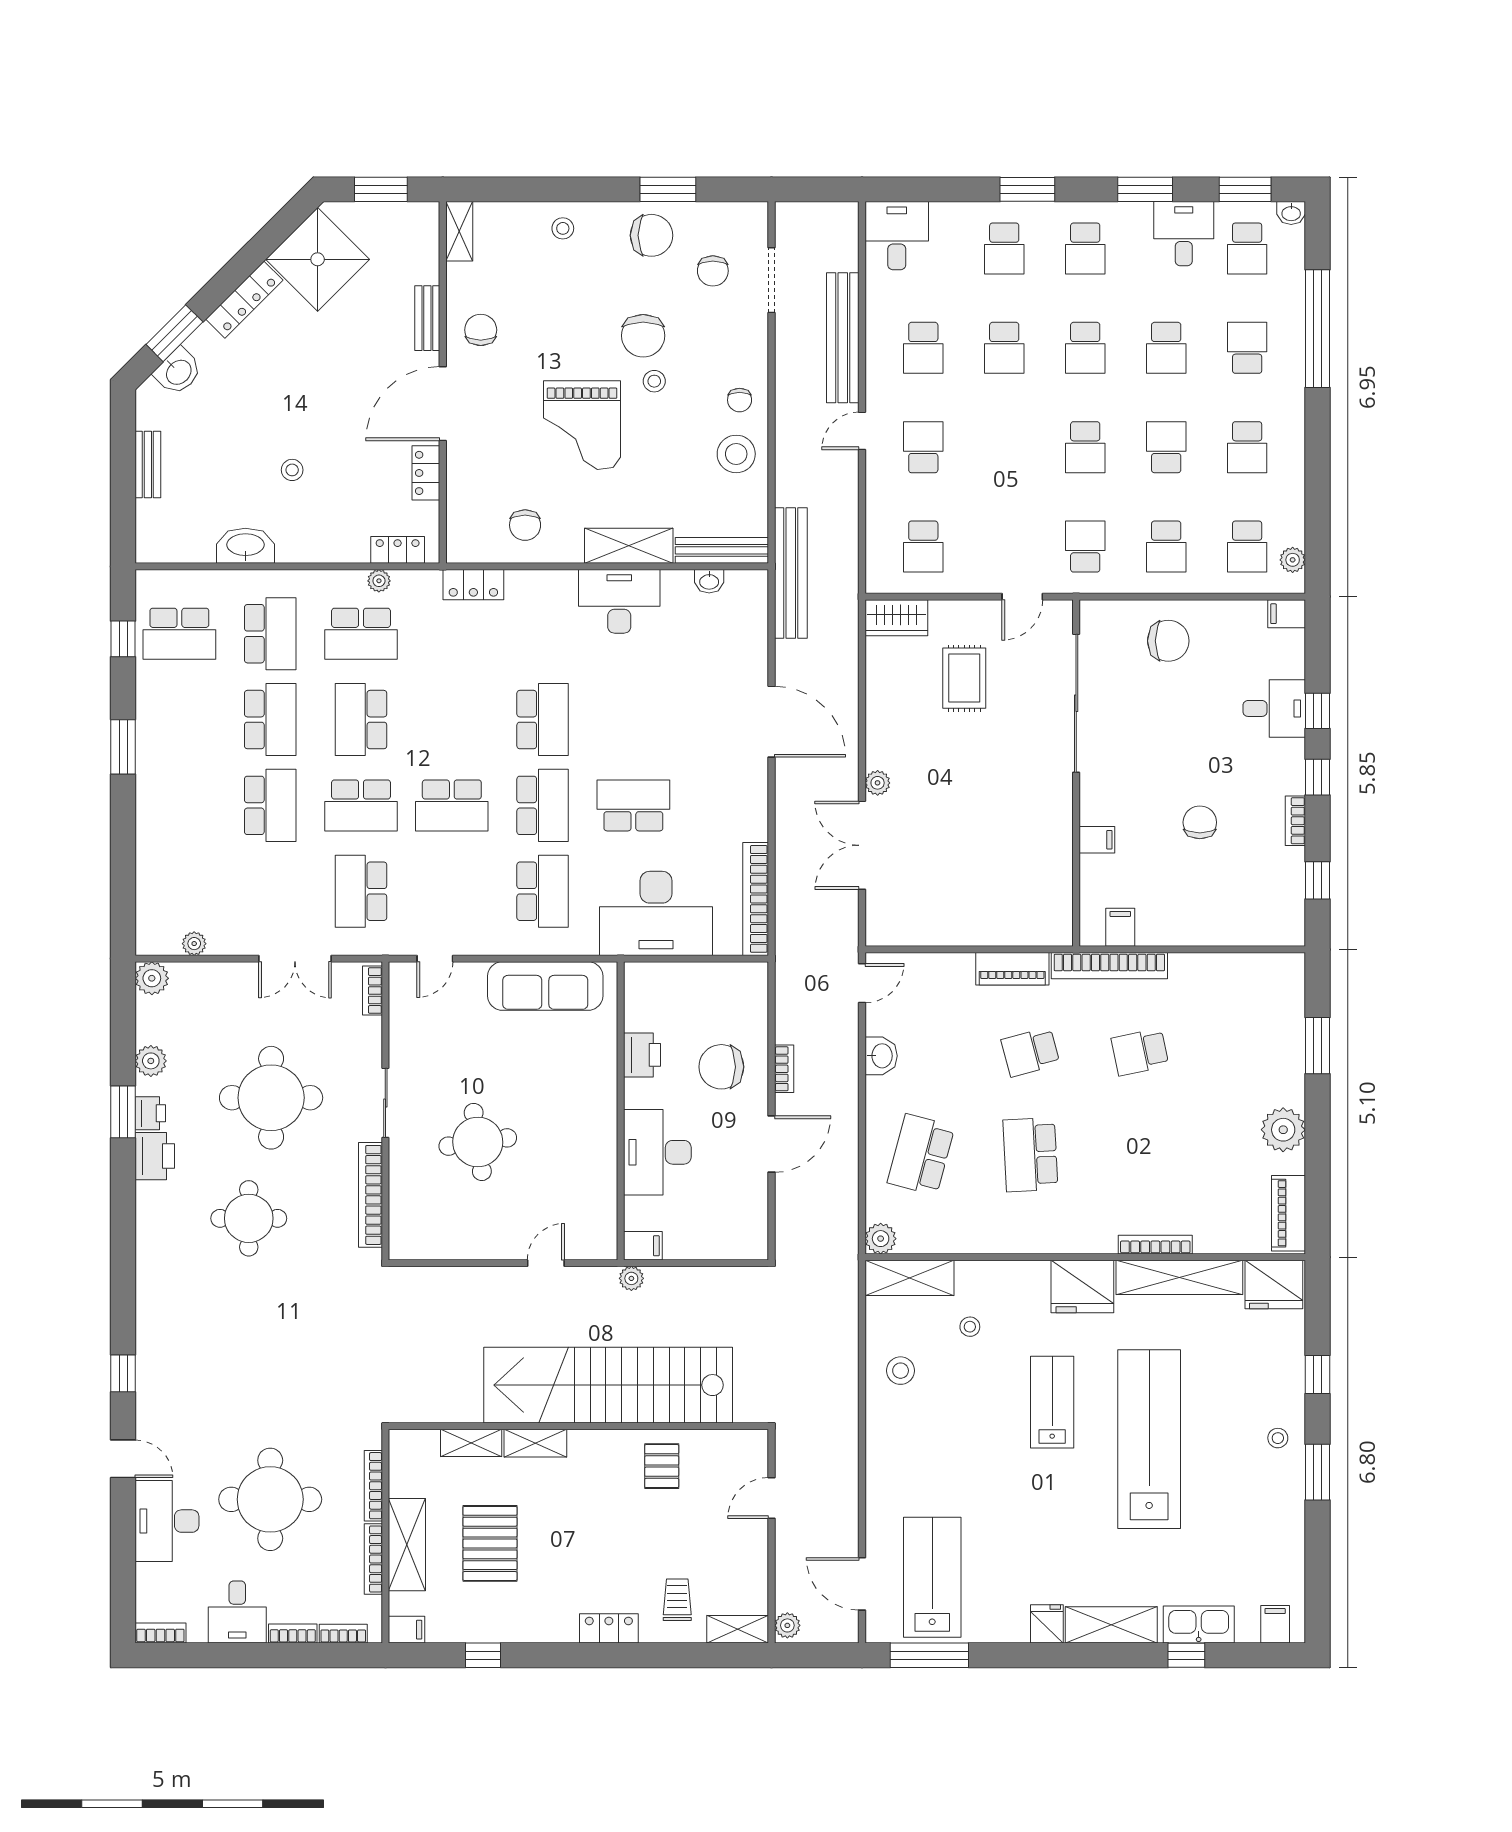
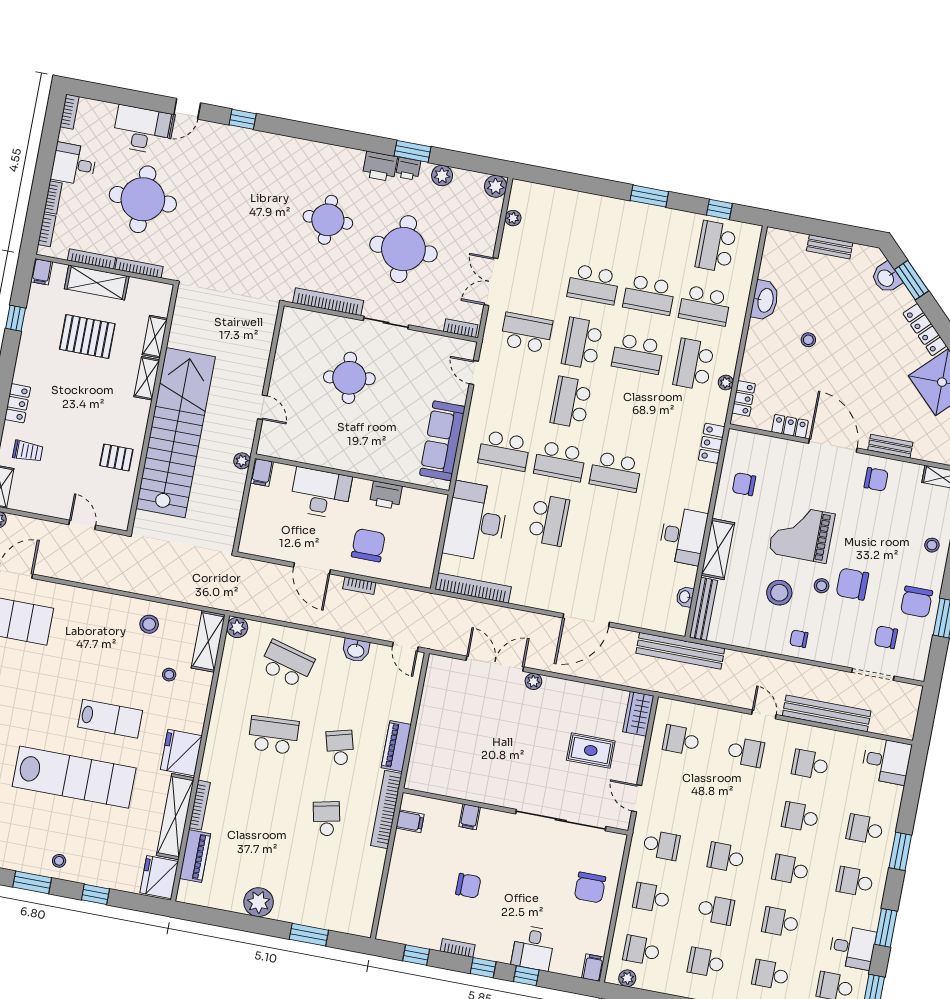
school desk: (1247, 348) -> (770, 975), turned 180
stool: (736, 454) -> (779, 593), moved
school desk: (361, 720) -> (638, 354), turned 180
piano: (1288, 1213) -> (195, 856), moved, turned 90

